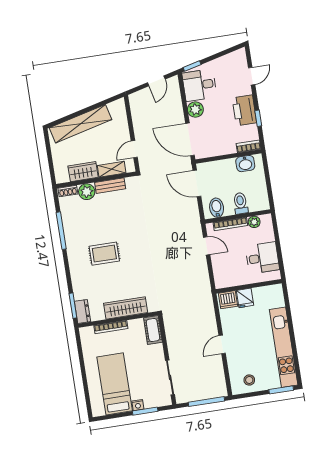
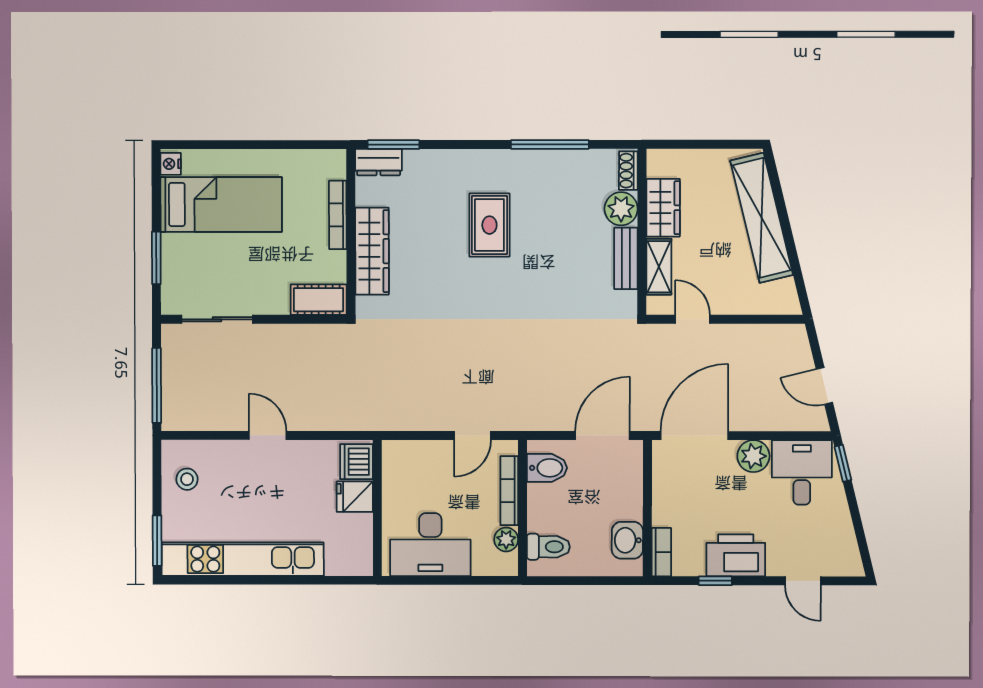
toilet: (241, 203) -> (548, 547), moved
desk: (262, 258) -> (430, 545), width x1.37
nightstand: (138, 405) -> (171, 164), moved

